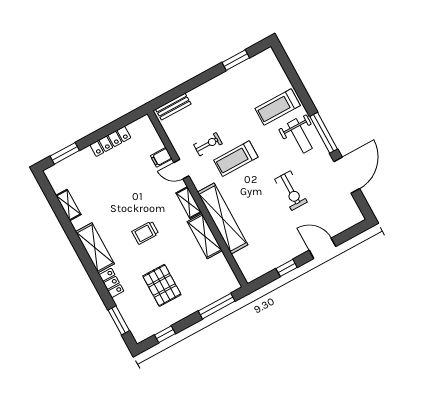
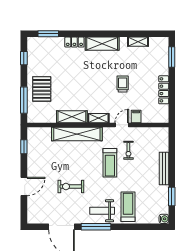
water cooler: (269, 55) -> (164, 219), added
bench: (173, 107) -> (164, 168), moved, width x1.36
treadmill: (236, 159) -> (110, 163), turned 180
trolley: (145, 233) -> (123, 84), moved
window: (287, 268) -> (24, 147), moved
pallet: (162, 285) -> (42, 89), moved, turned 90

